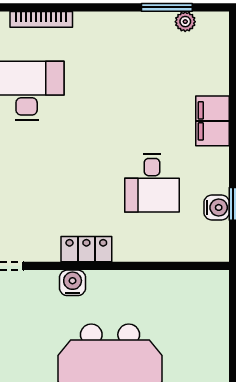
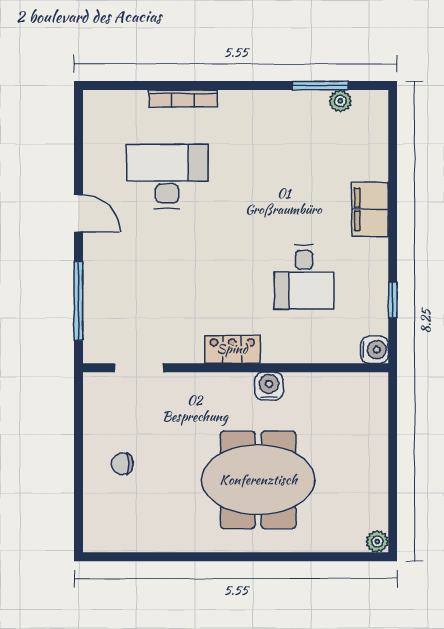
water cooler: (217, 207) -> (375, 350), moved
water cooler: (73, 283) -> (269, 386), moved

